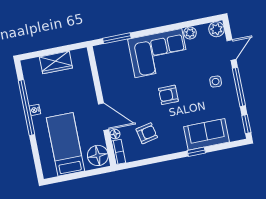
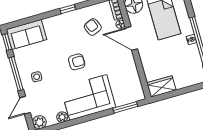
wardrobe: (56, 62) -> (161, 86), moved
armchair: (147, 133) -> (93, 27), turned 80
sofa: (207, 134) -> (26, 34), moved
window: (196, 152) -> (68, 9), moved

